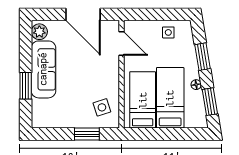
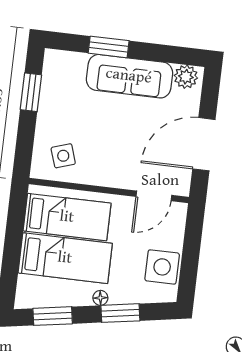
side table: (168, 32) -> (162, 267), width x1.87, depth x1.87
floor lamp: (196, 85) -> (100, 298), moved
window: (87, 134) -> (31, 92), moved

